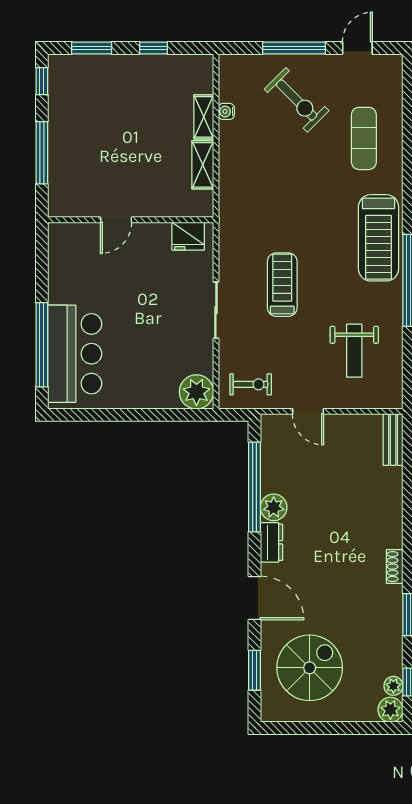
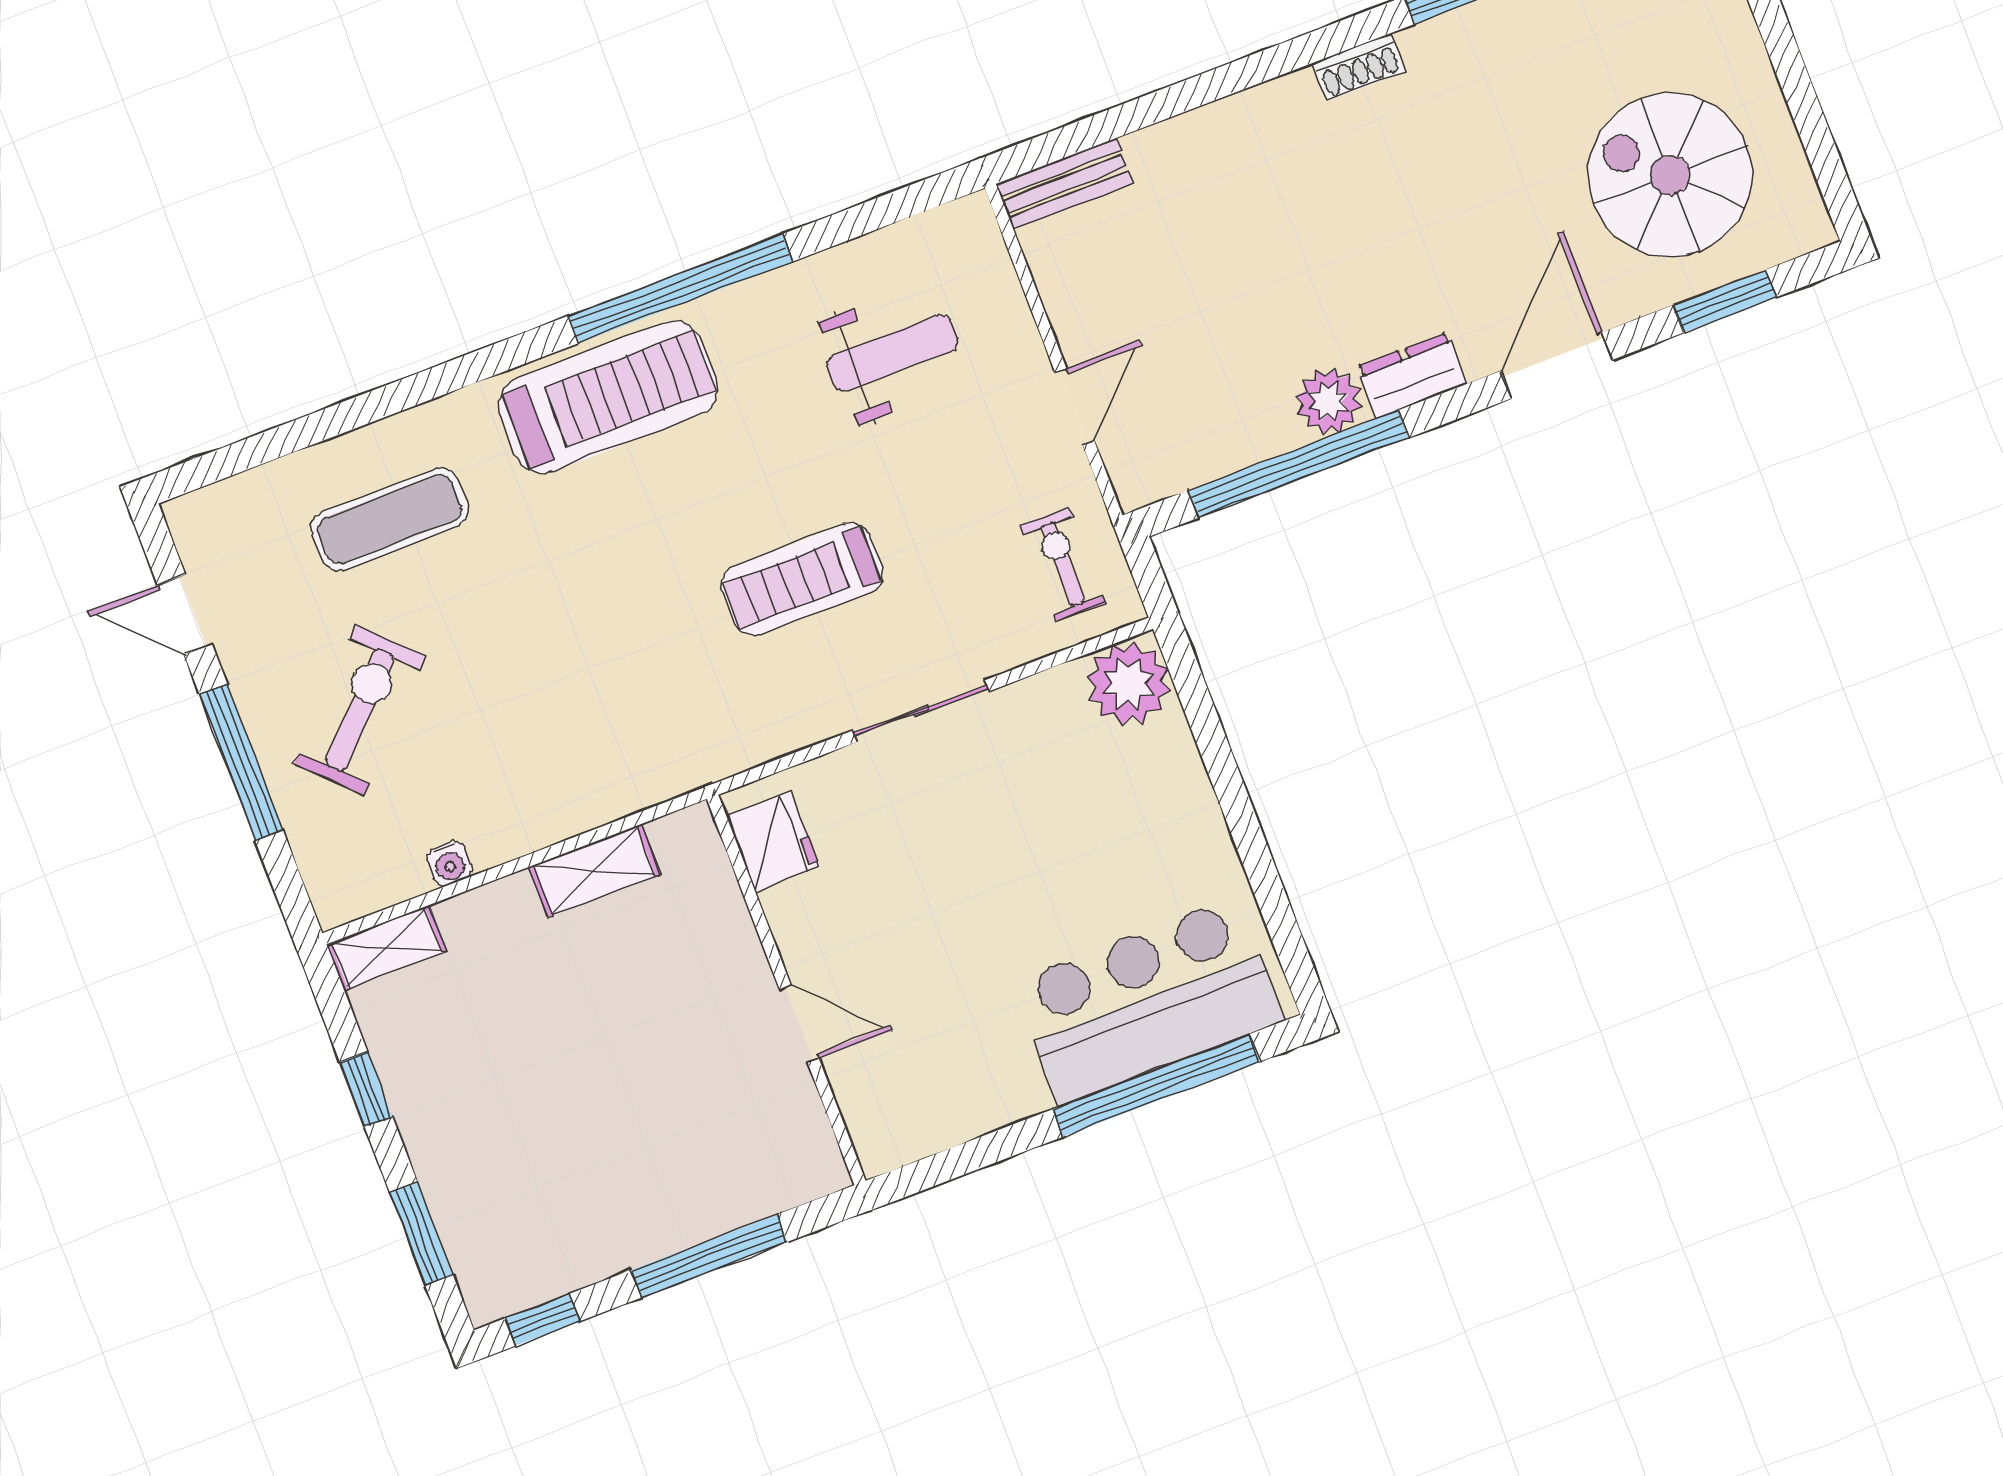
shelving: (204, 117) -> (386, 948), moved

